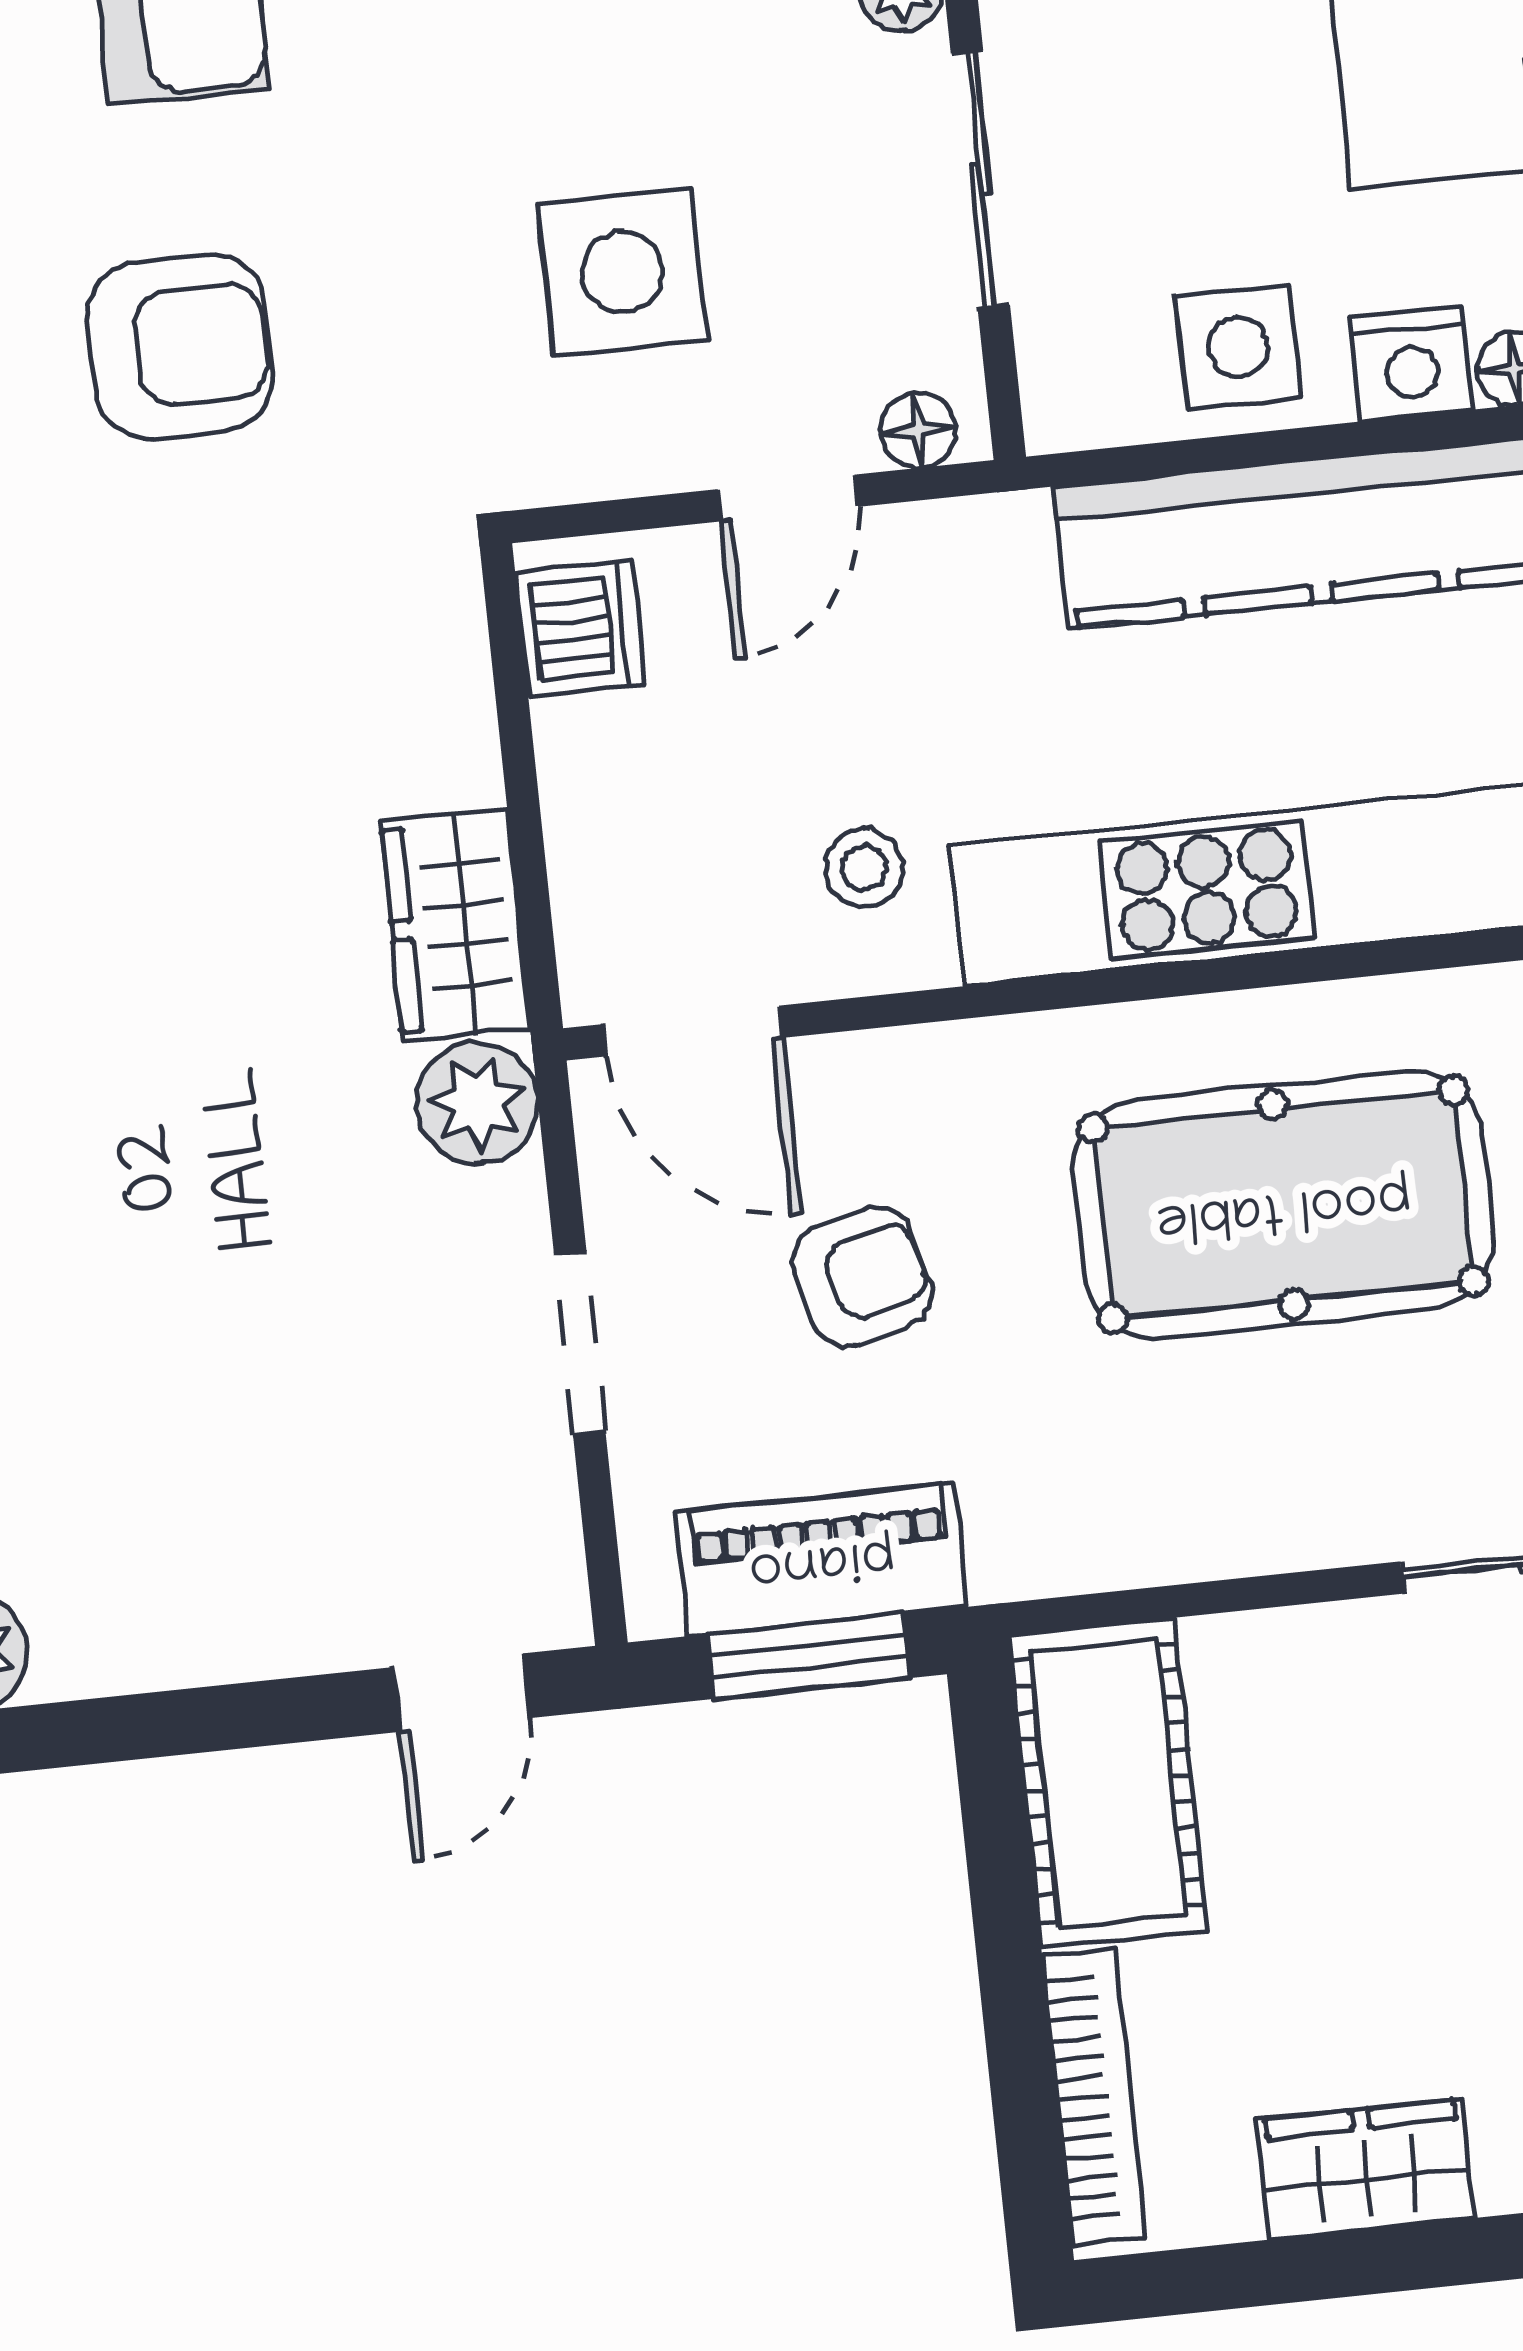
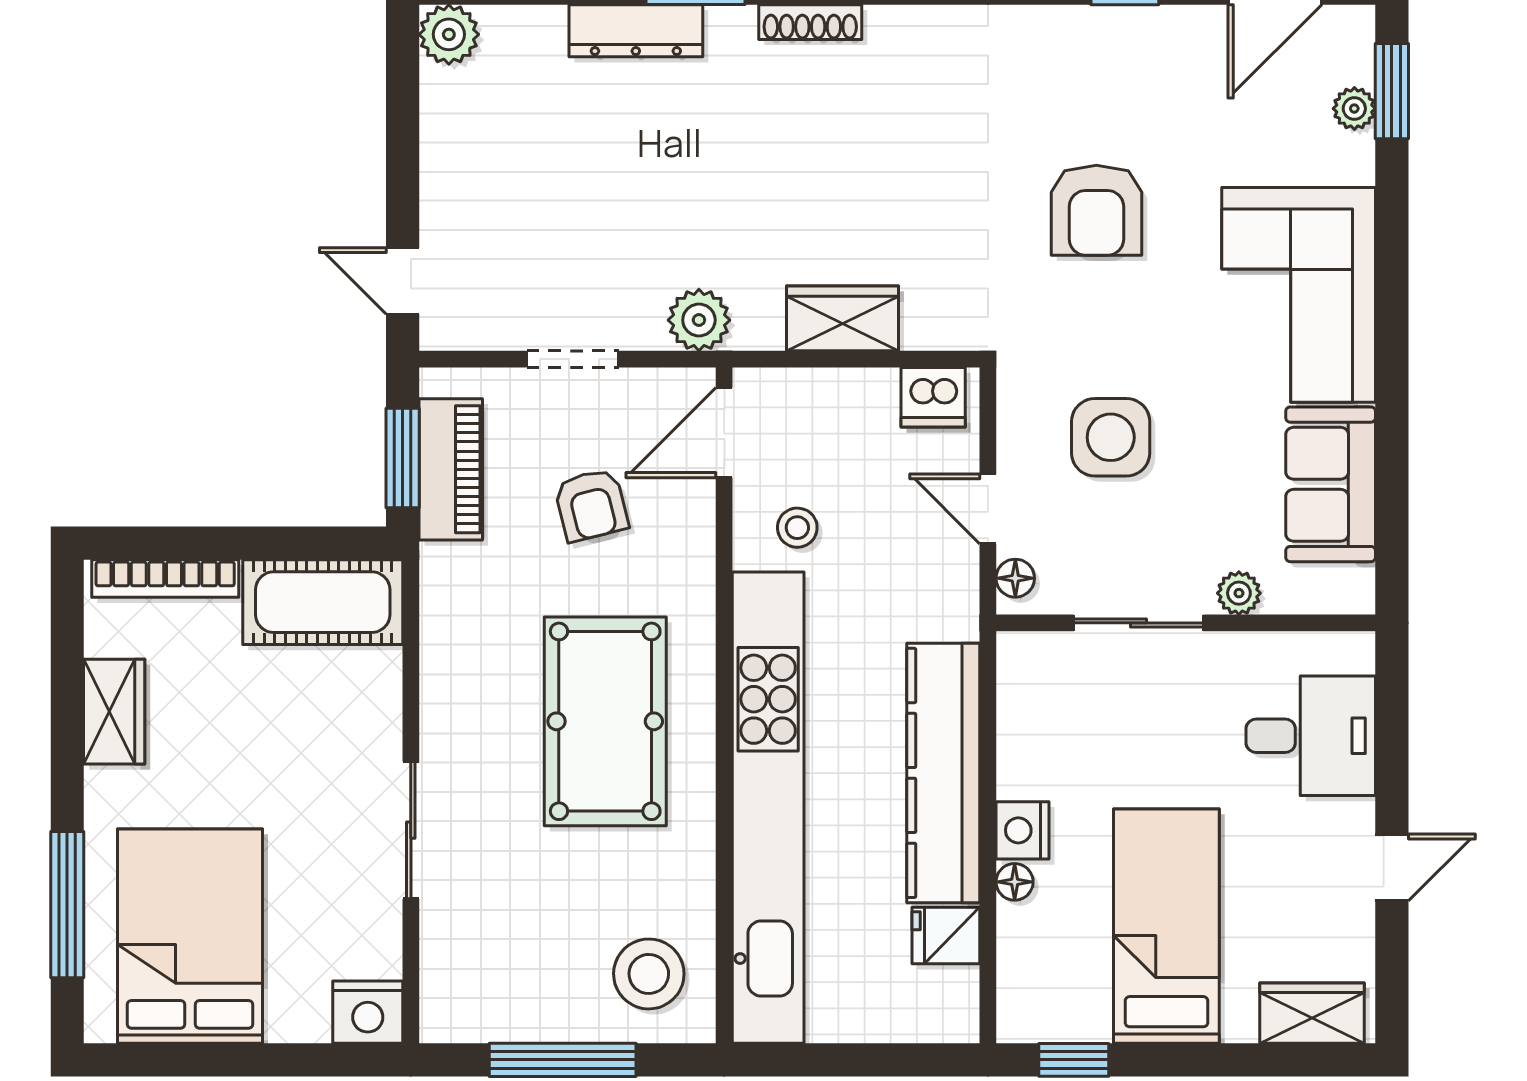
side table: (1238, 347) -> (1040, 744), removed
wardrobe: (455, 925) -> (842, 318), moved

